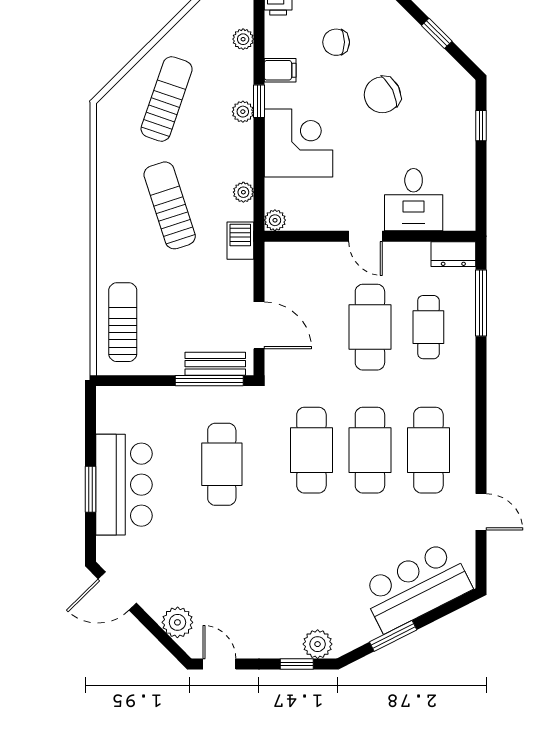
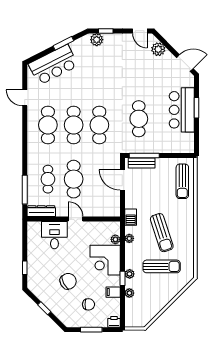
plant: (243, 39) -> (129, 293), moved
sun lounger: (167, 99) -> (162, 266), moved, turned -109
plant: (275, 220) -> (115, 239), moved
dresser: (453, 254) -> (41, 211), width x1.44

